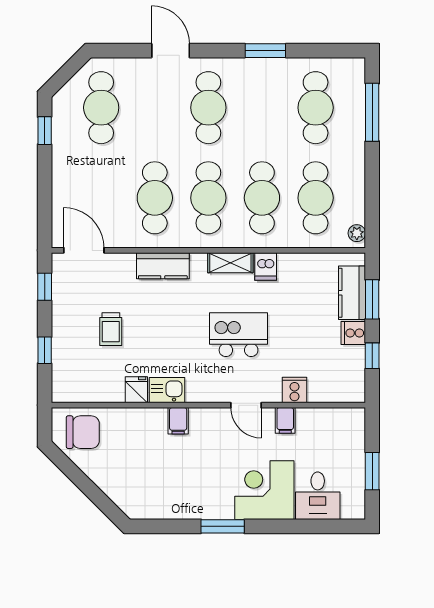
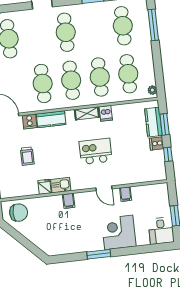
cooker: (295, 390) -> (30, 121), moved, turned 180
desk: (318, 496) -> (161, 231), moved

